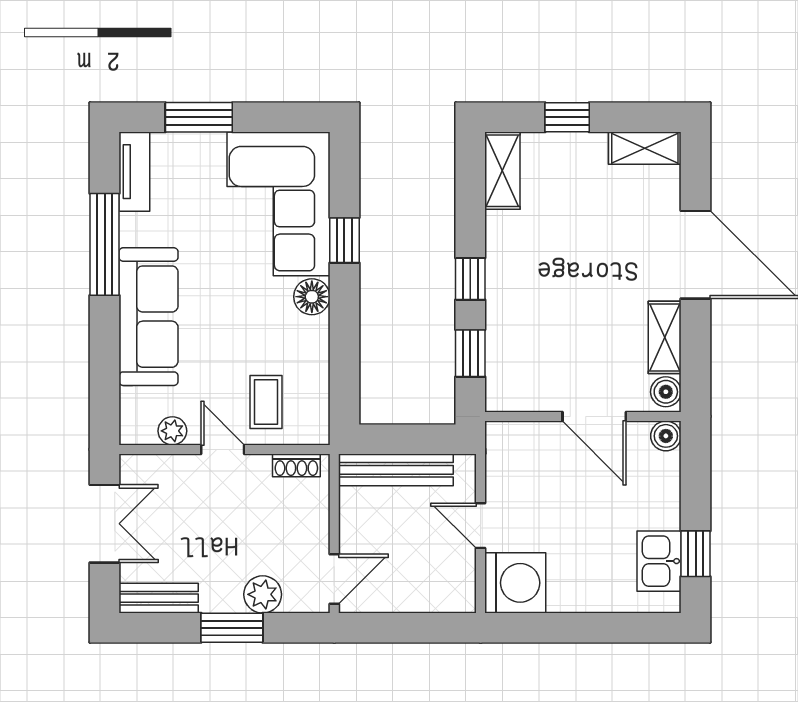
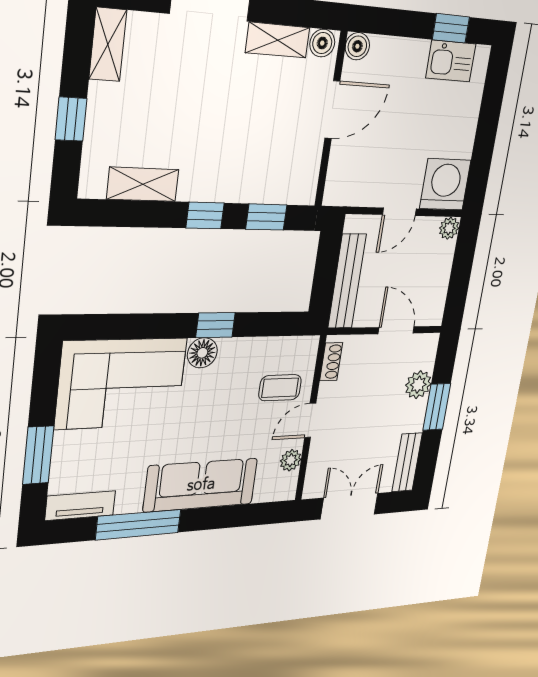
shelving: (502, 171) -> (143, 184), moved
window: (344, 240) -> (216, 325), moved
door: (334, 579) -> (396, 330), moved
plant: (462, 599) -> (449, 228), added

